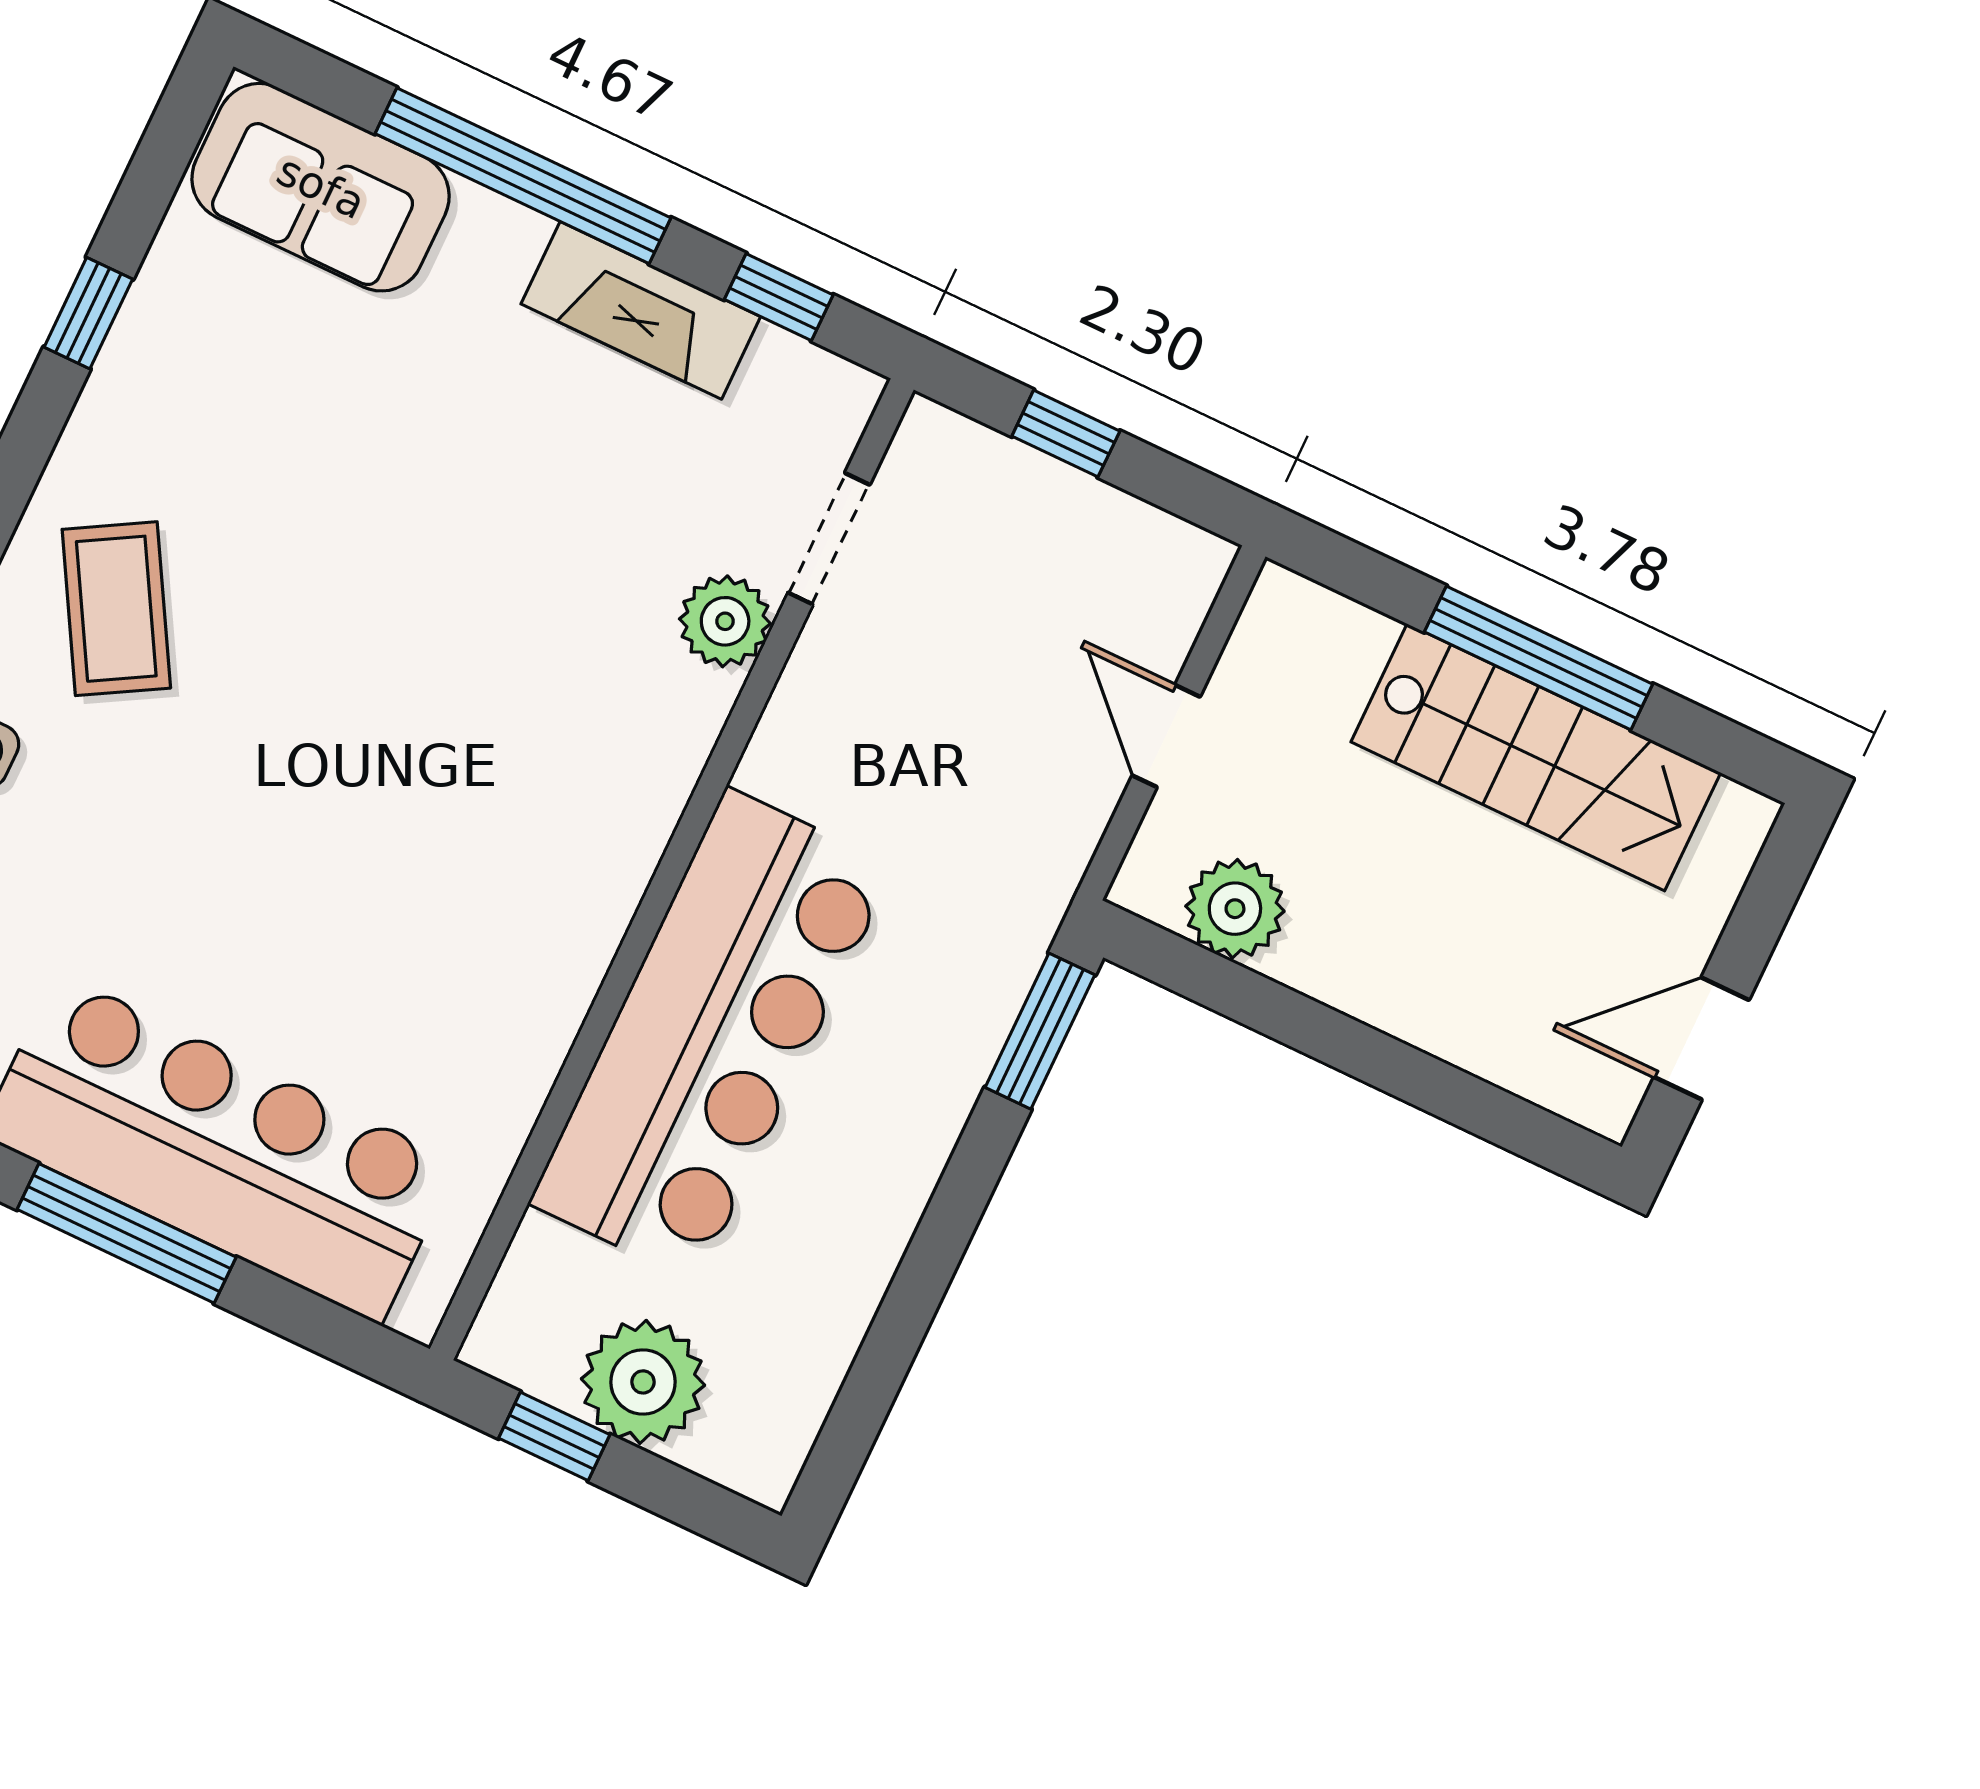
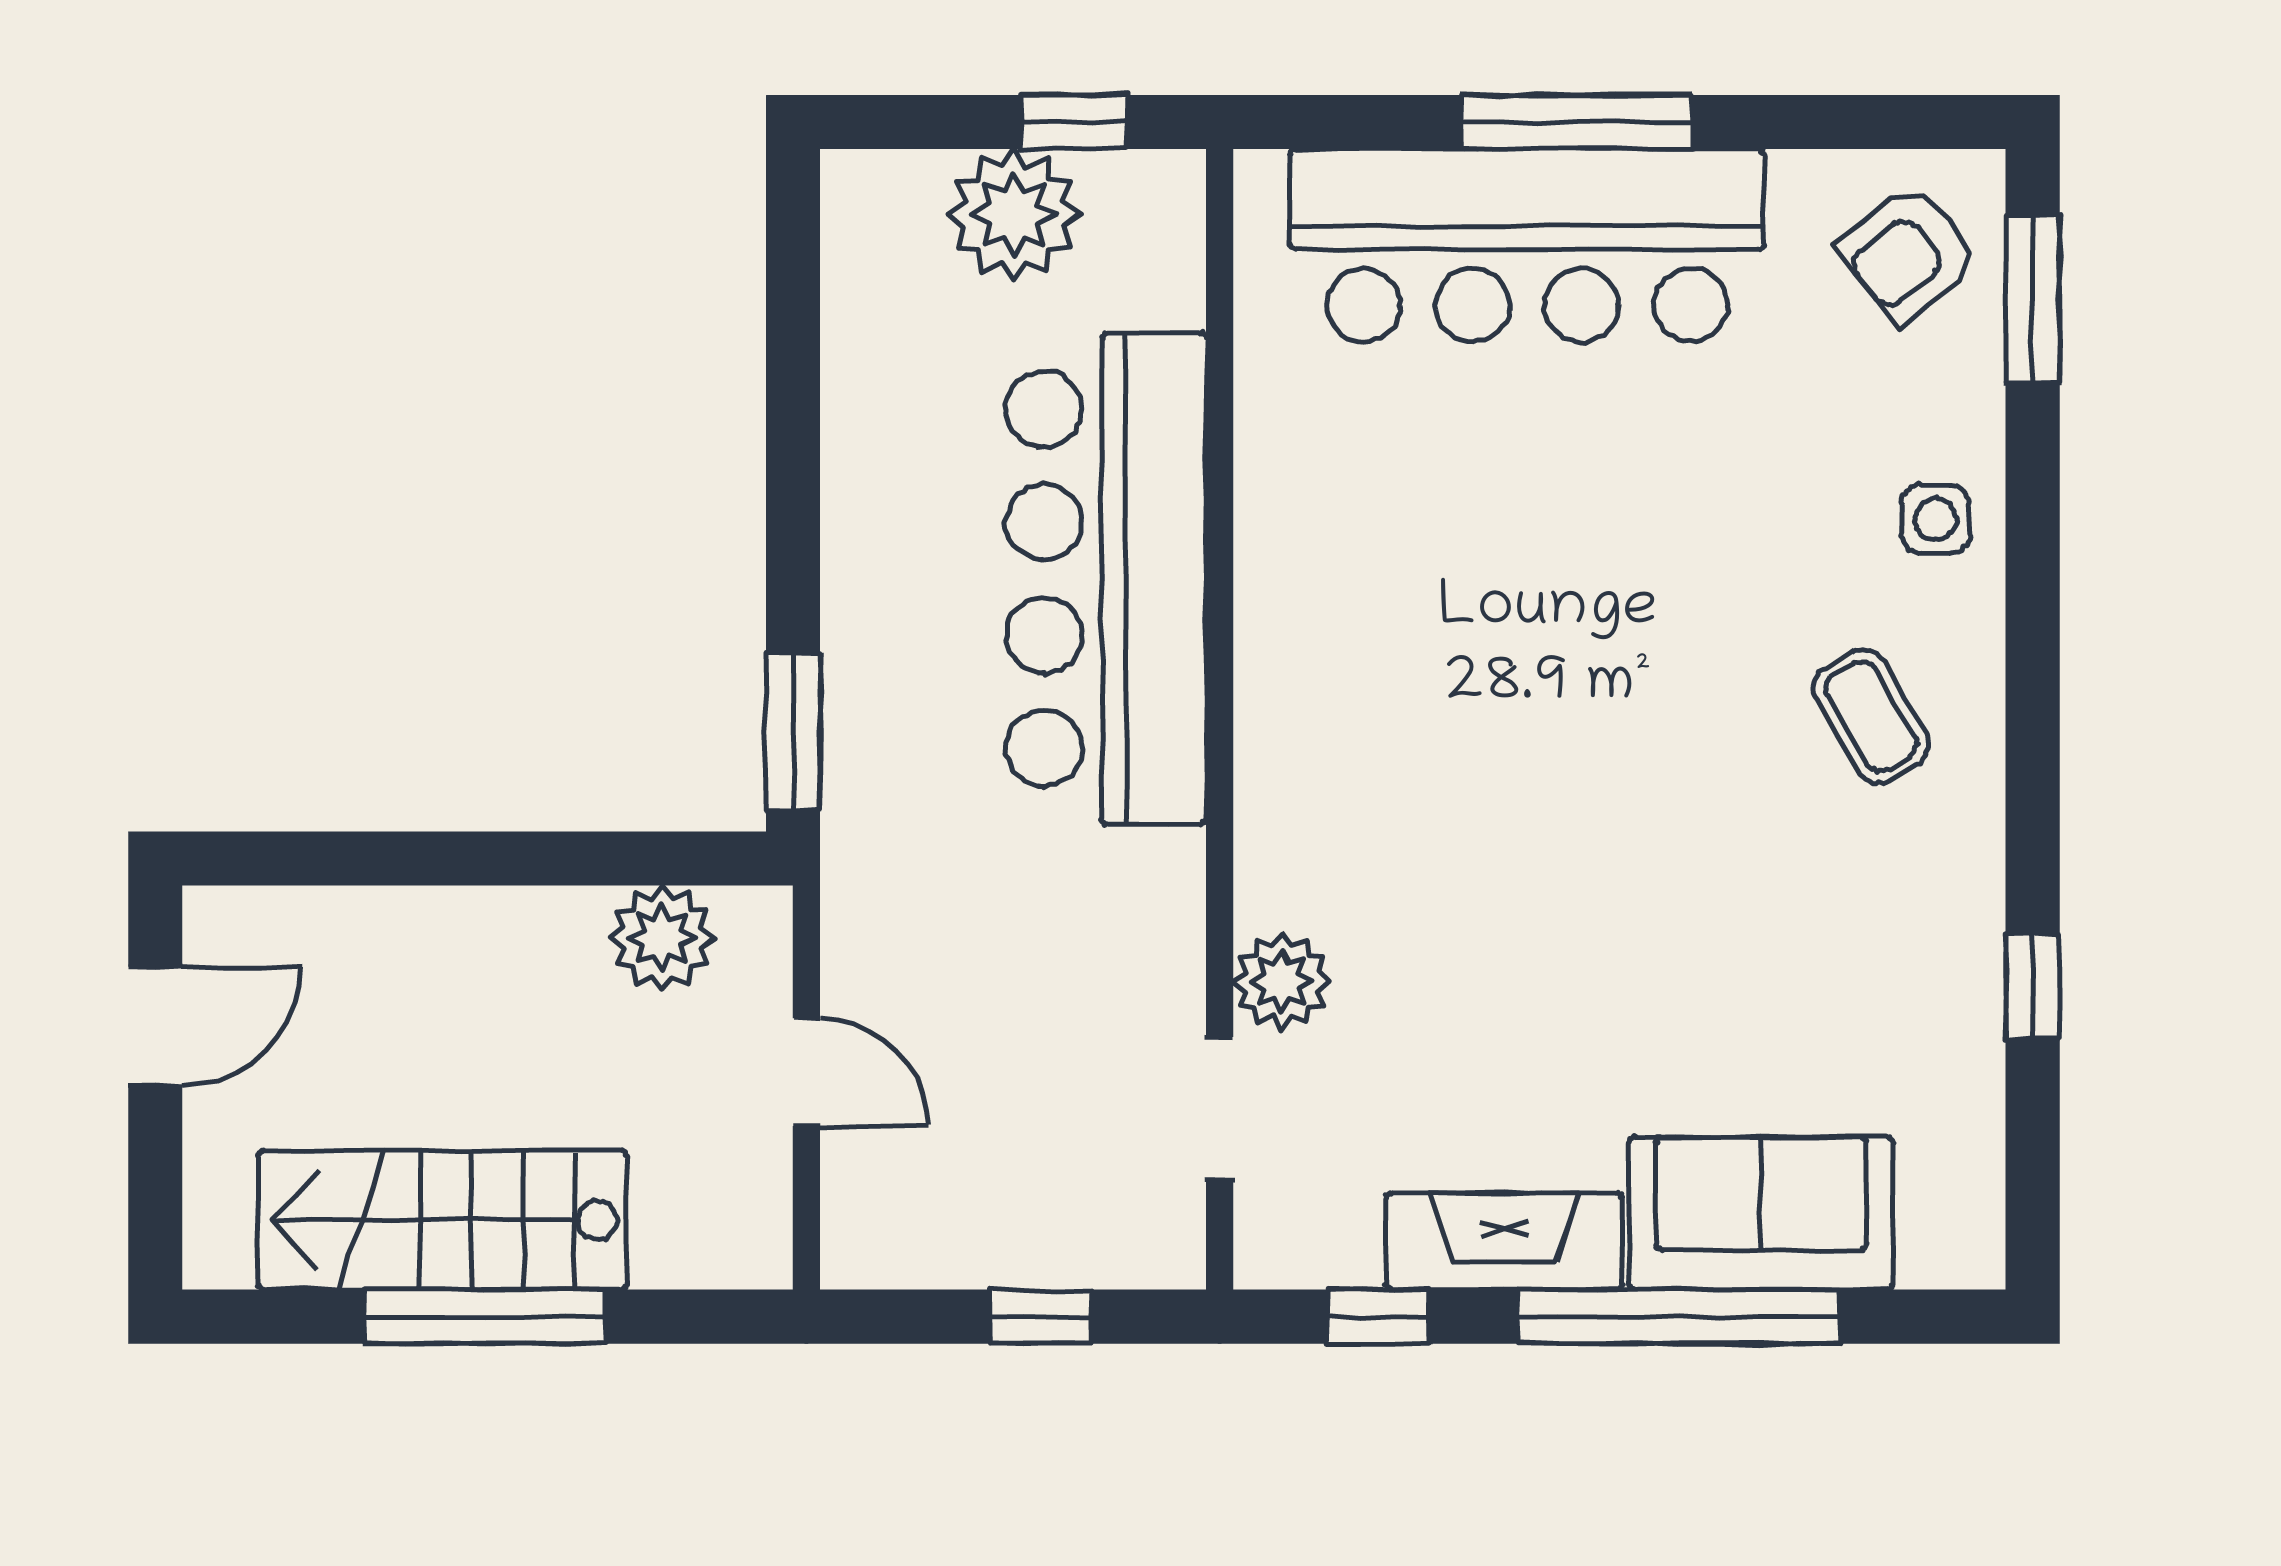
sofa: (321, 187) -> (1761, 1213), moved
coffee table: (116, 609) -> (1871, 716), width x0.73, depth x0.77

